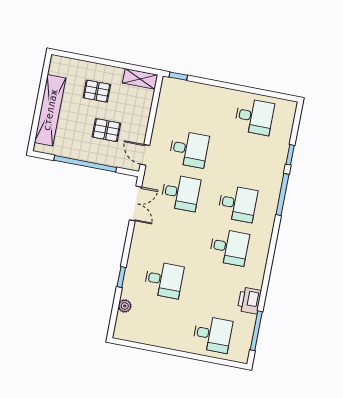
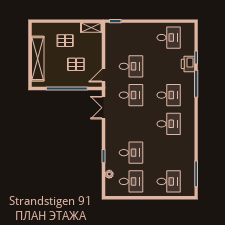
door: (145, 155) -> (104, 75), hinge flipped
double door: (135, 203) -> (104, 108), swing flipped
printer: (249, 300) -> (188, 64), moved
desk: (155, 323) -> (131, 181), added

